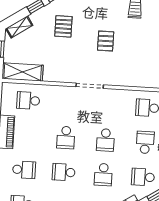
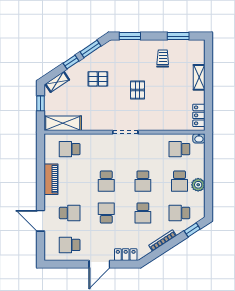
pallet: (63, 26) -> (98, 79), turned 90
school desk: (145, 142) -> (179, 181), turned 180
school desk: (64, 172) -> (106, 213), turned 90

